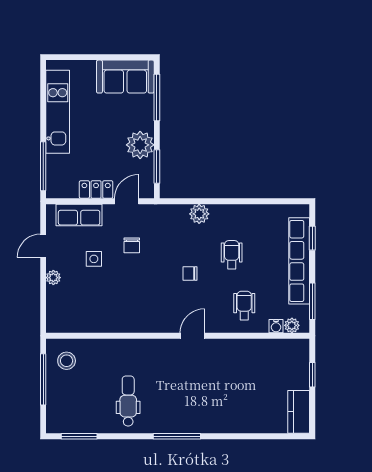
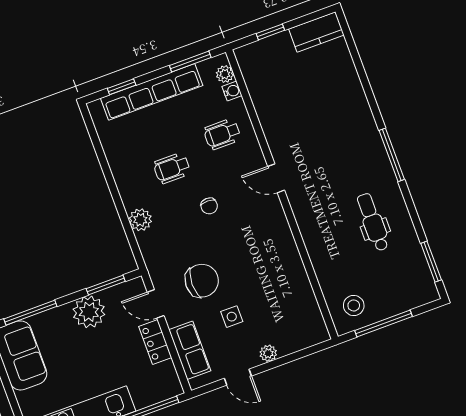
chair: (132, 245) -> (202, 281), width x1.87, depth x1.87
dental chair: (128, 401) -> (373, 222), turned 90

